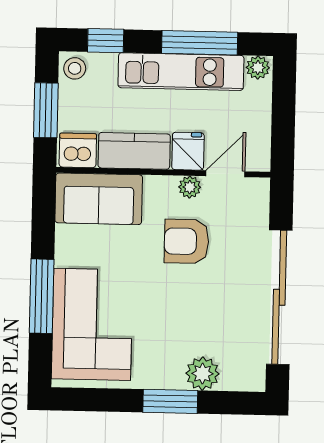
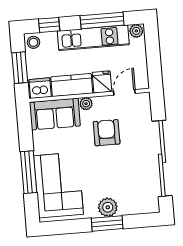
plant: (190, 187) -> (86, 104), moved
armchair: (186, 241) -> (107, 133), turned 90
plant: (202, 374) -> (108, 207), moved

